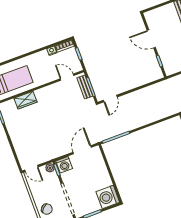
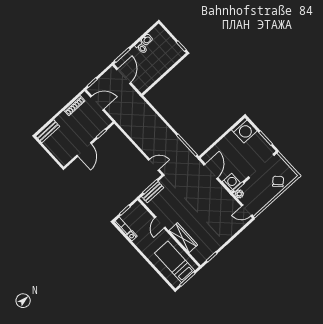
door: (67, 77) -> (160, 223), moved
wardrobe: (25, 100) -> (183, 238), width x1.50
door: (82, 150) -> (211, 171), swing flipped
door: (31, 169) -> (247, 211), swing flipped

